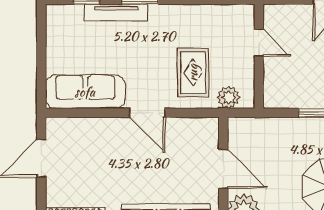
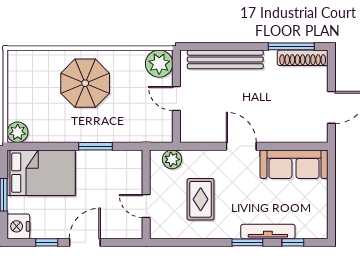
rug: (193, 73) -> (201, 199), moved
door: (223, 169) -> (176, 99), width x0.73

